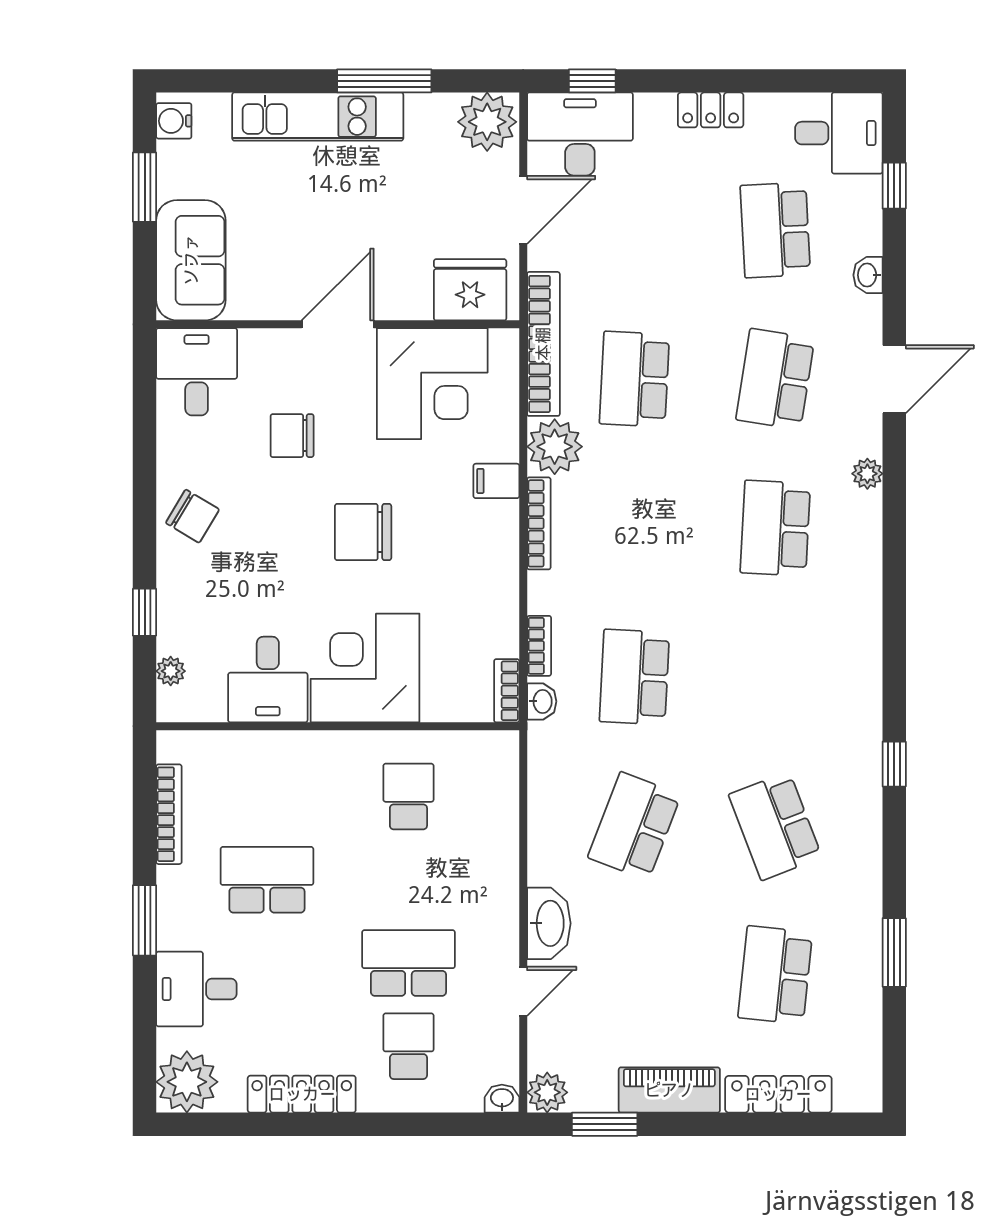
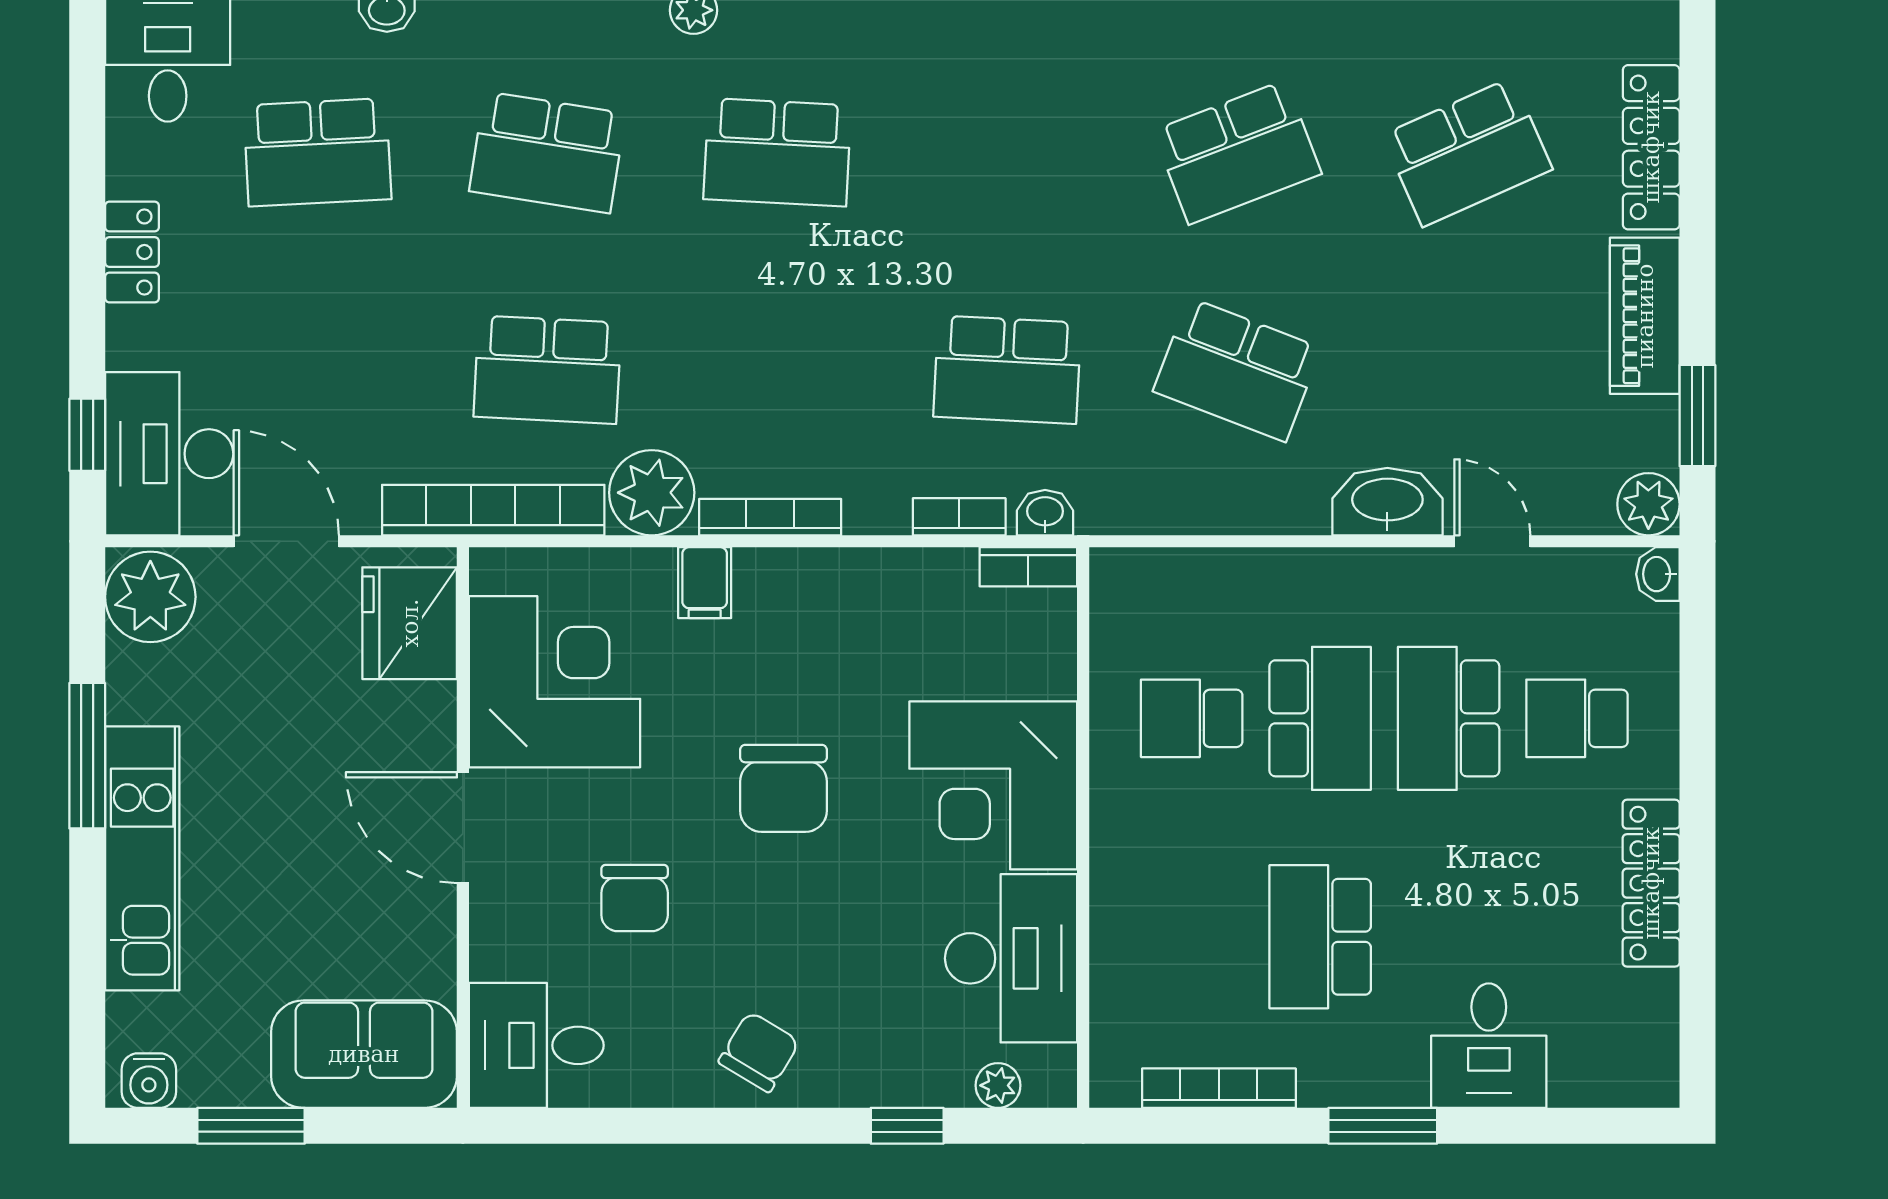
desk: (268, 680) -> (1011, 958), width x1.37
school desk: (408, 880) -> (1320, 718), added
school desk: (775, 975) -> (1467, 152), turned -30
plant: (187, 1082) -> (1632, 1060), removed

